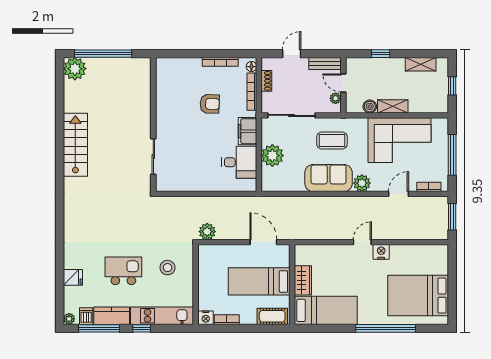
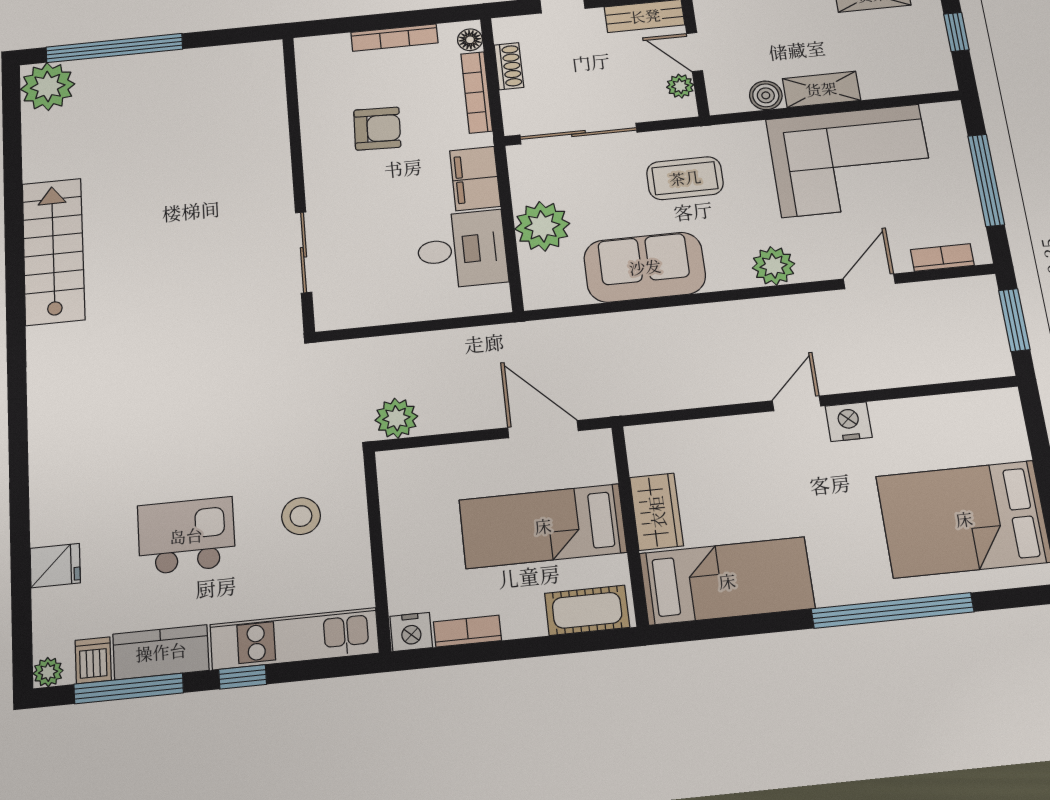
wall: (153, 124) -> (298, 182), moved
sliding door: (153, 156) -> (304, 252), moved
sofa: (329, 178) -> (645, 267), moved

